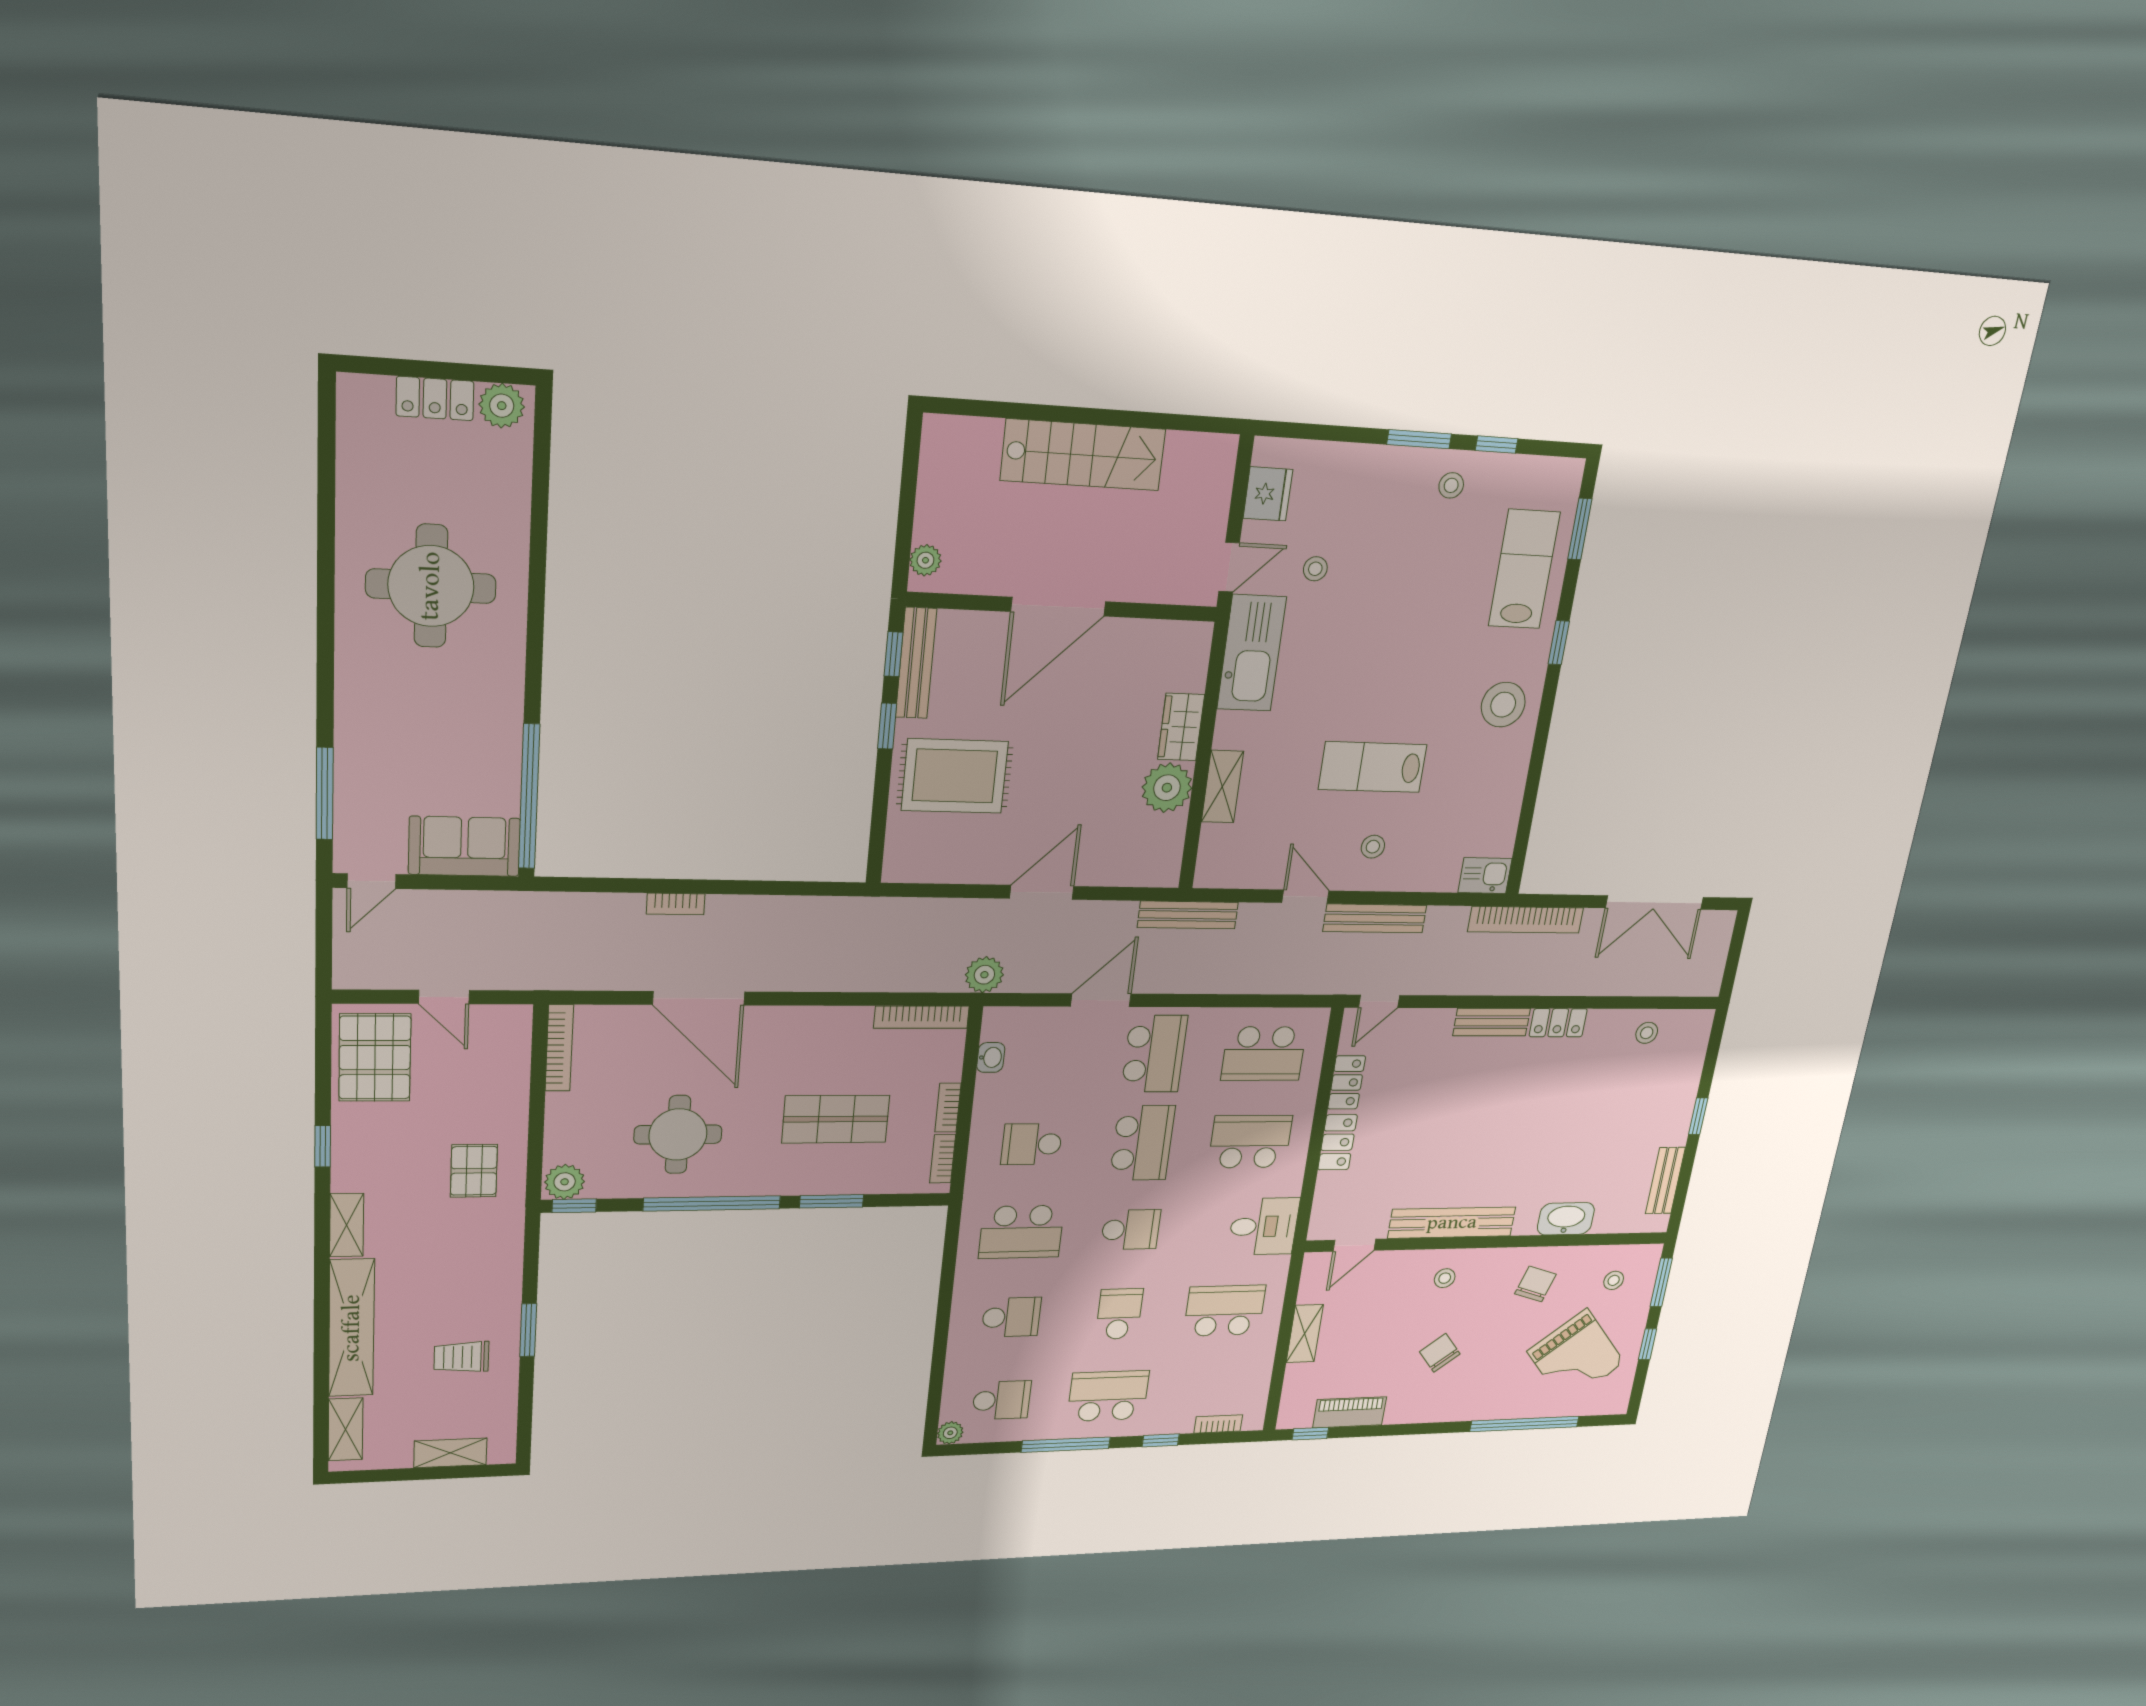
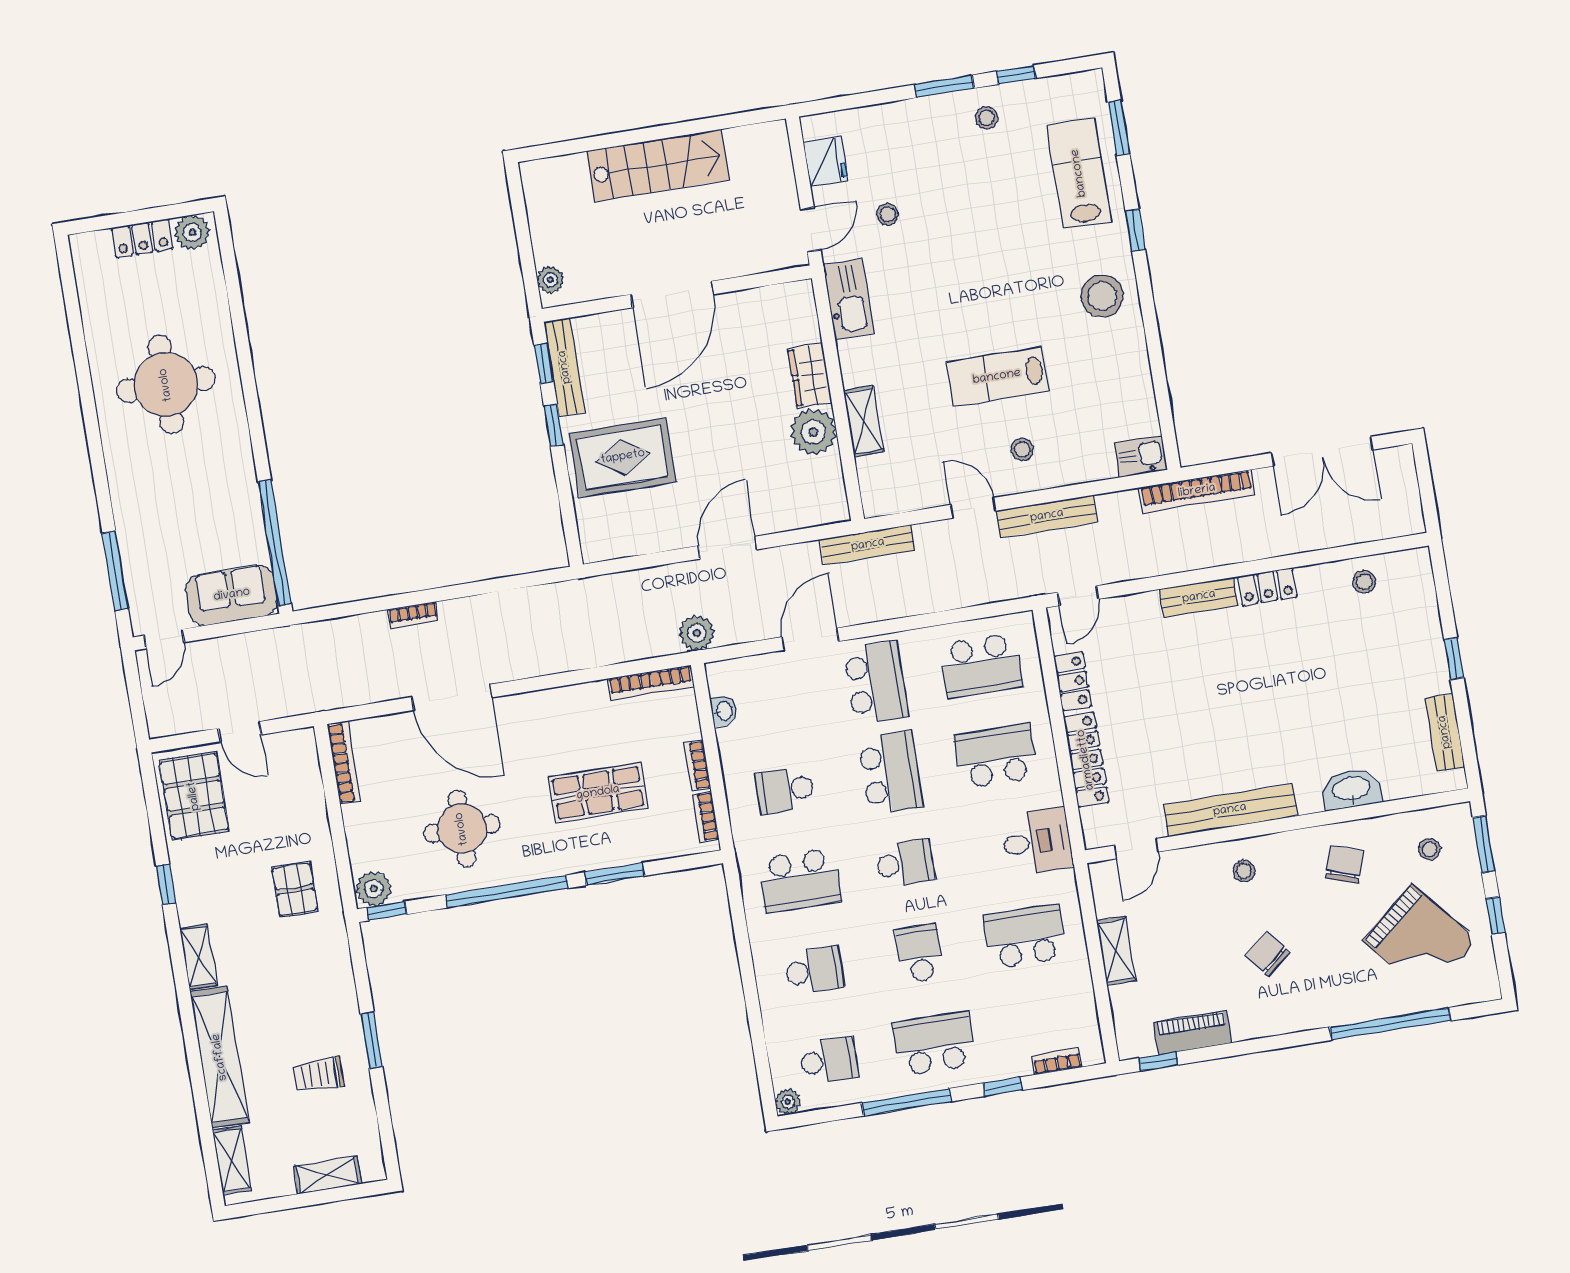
kitchen sink: (1252, 653) -> (849, 299), width x0.73, depth x0.81
locker: (1337, 1142) -> (1086, 760), width x1.53

